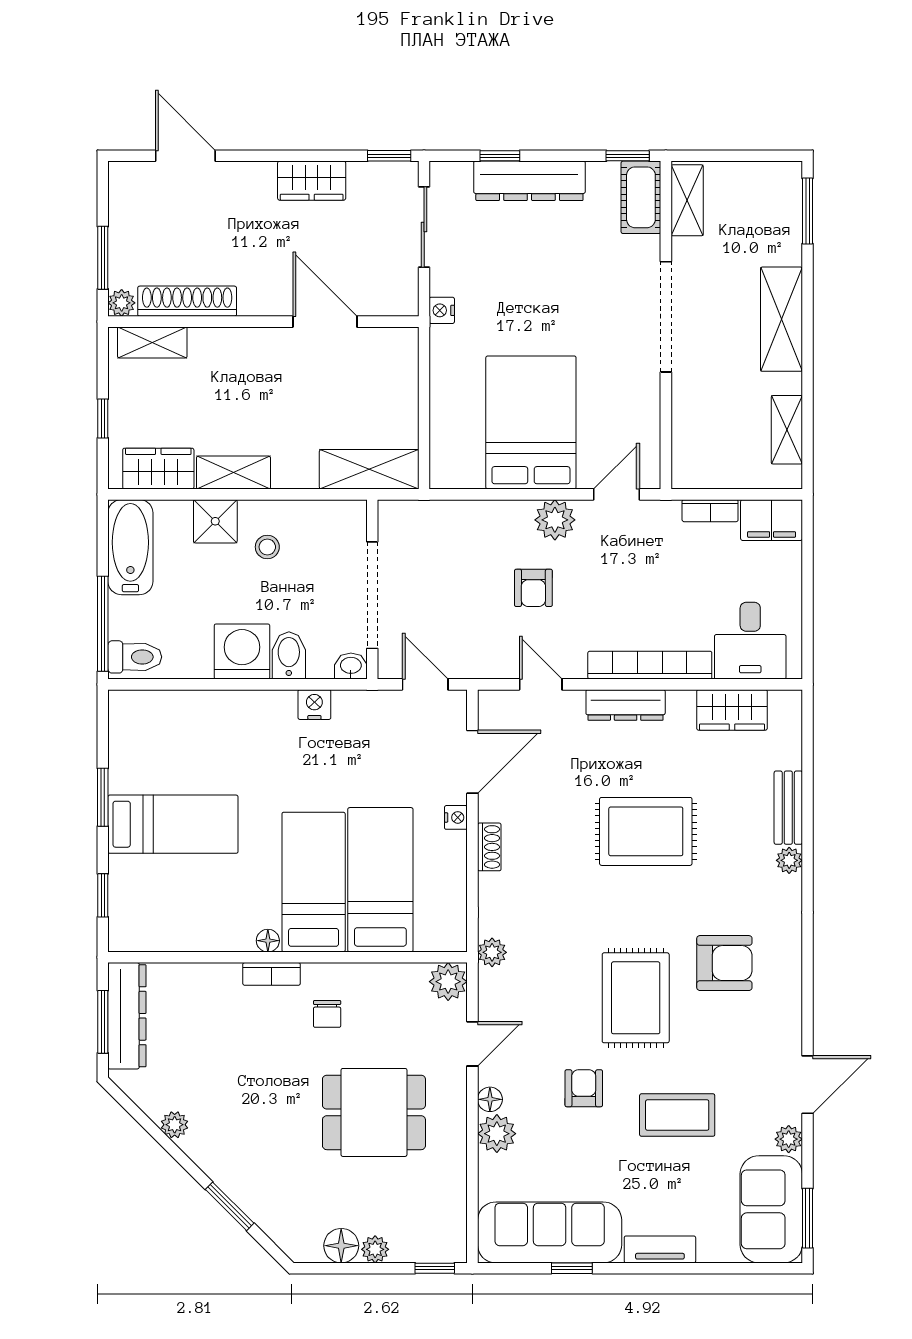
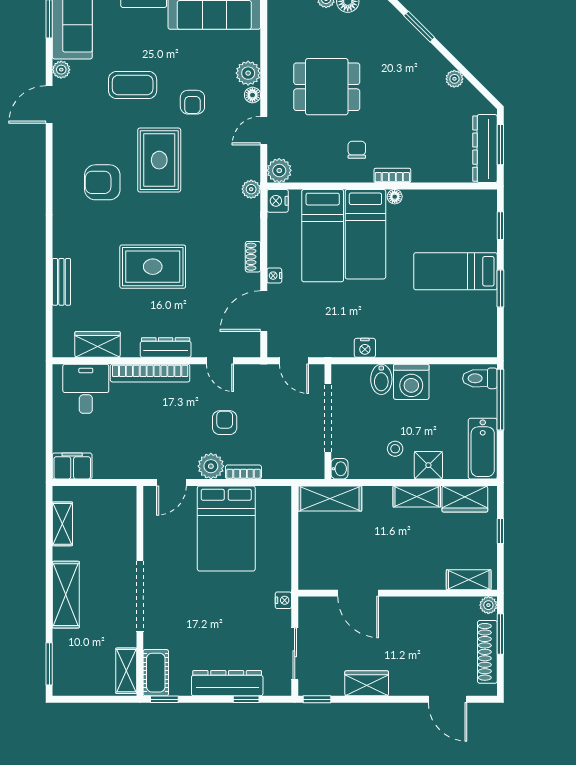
shoe rack: (187, 301) -> (487, 652), moved, turned 90
bookcase: (710, 511) -> (243, 472), moved
washbasin: (351, 666) -> (340, 469), moved, turned -90
plant: (789, 860) -> (61, 248), removed
nightstand: (451, 934) -> (278, 201), added

